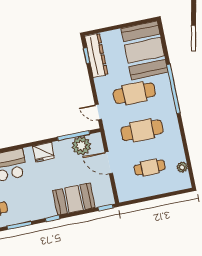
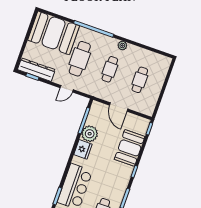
door: (98, 112) -> (67, 89), moved
cafe table: (142, 130) -> (110, 69), width x0.73, depth x0.74
plant: (81, 146) -> (90, 134), moved
door: (109, 163) -> (119, 107), hinge flipped
plant: (182, 167) -> (122, 46), moved

